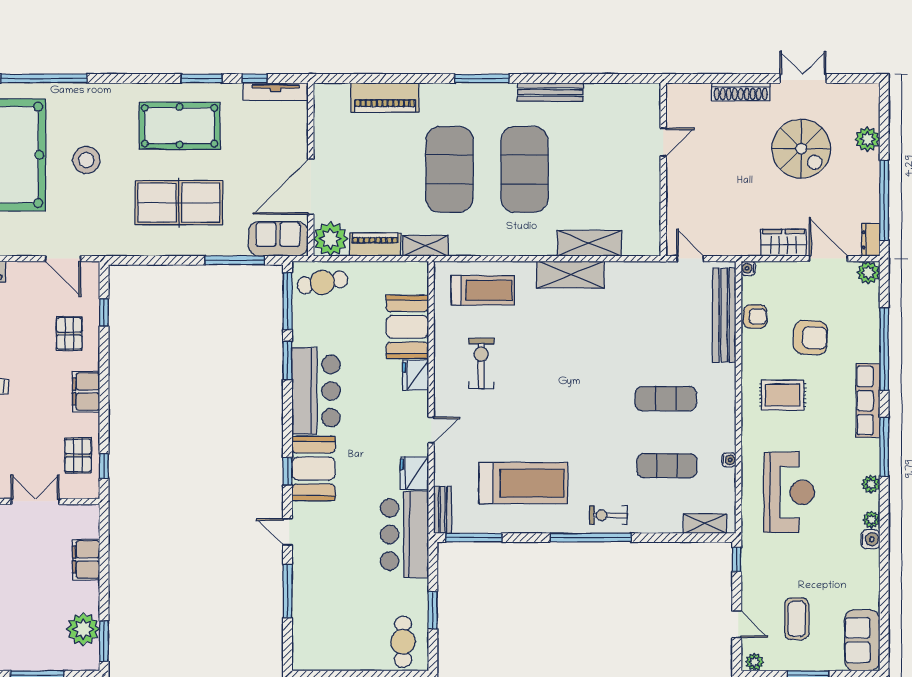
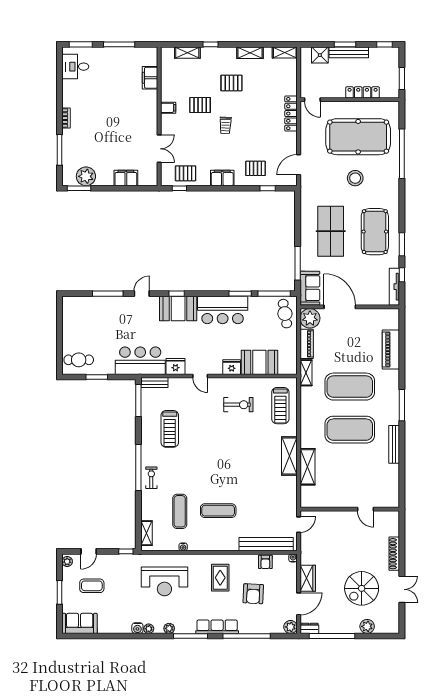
exercise mat: (666, 399) -> (218, 511), turned 90
treadmill: (523, 483) -> (170, 429), width x0.73, depth x0.73

